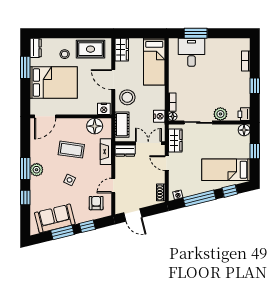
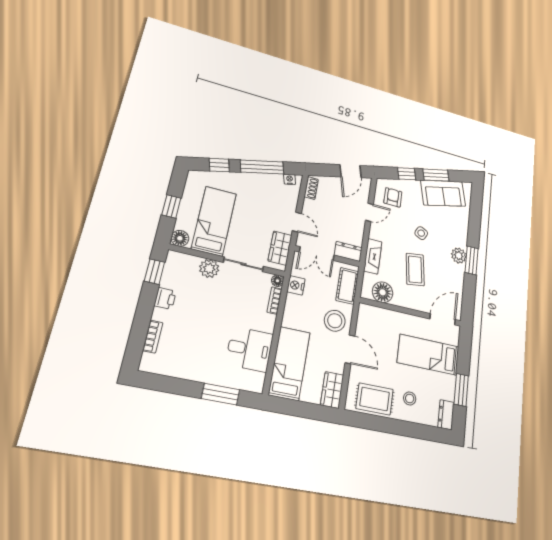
desk: (191, 52) -> (250, 349), moved, turned -90
bed: (54, 83) -> (428, 355), width x0.67
window: (255, 86) -> (155, 272), moved
nightstand: (104, 109) -> (368, 312), removed
printer: (244, 114) -> (165, 298), moved
coffee table: (71, 150) -> (415, 270), turned 74
bed: (226, 170) -> (214, 221), moved, turned -90
window: (25, 197) -> (474, 226), removed
armchair: (96, 203) -> (393, 197), turned 180
door: (133, 215) -> (351, 171), swing flipped

